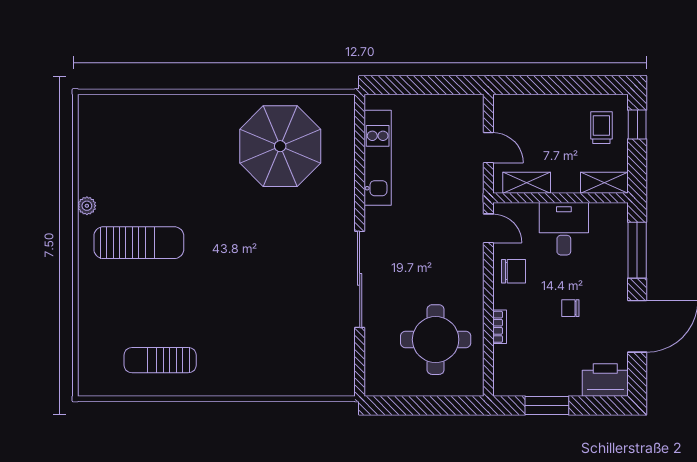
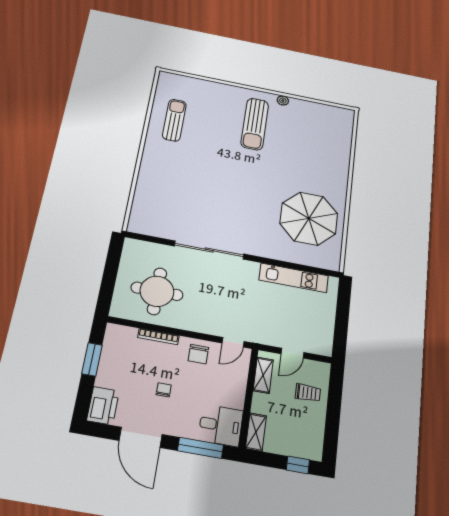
trolley: (601, 128) -> (308, 393), moved
desk: (564, 229) -> (221, 425), moved
bookcase: (500, 327) -> (158, 337), width x1.56

